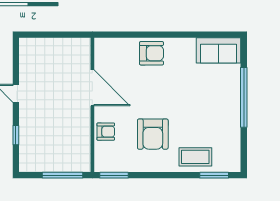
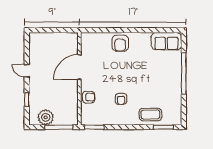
armchair: (152, 53) -> (120, 43), turned 90
door: (92, 88) -> (79, 67), swing flipped
armchair: (153, 134) -> (121, 99), width x0.53, depth x0.53
plant: (43, 161) -> (46, 117), added

